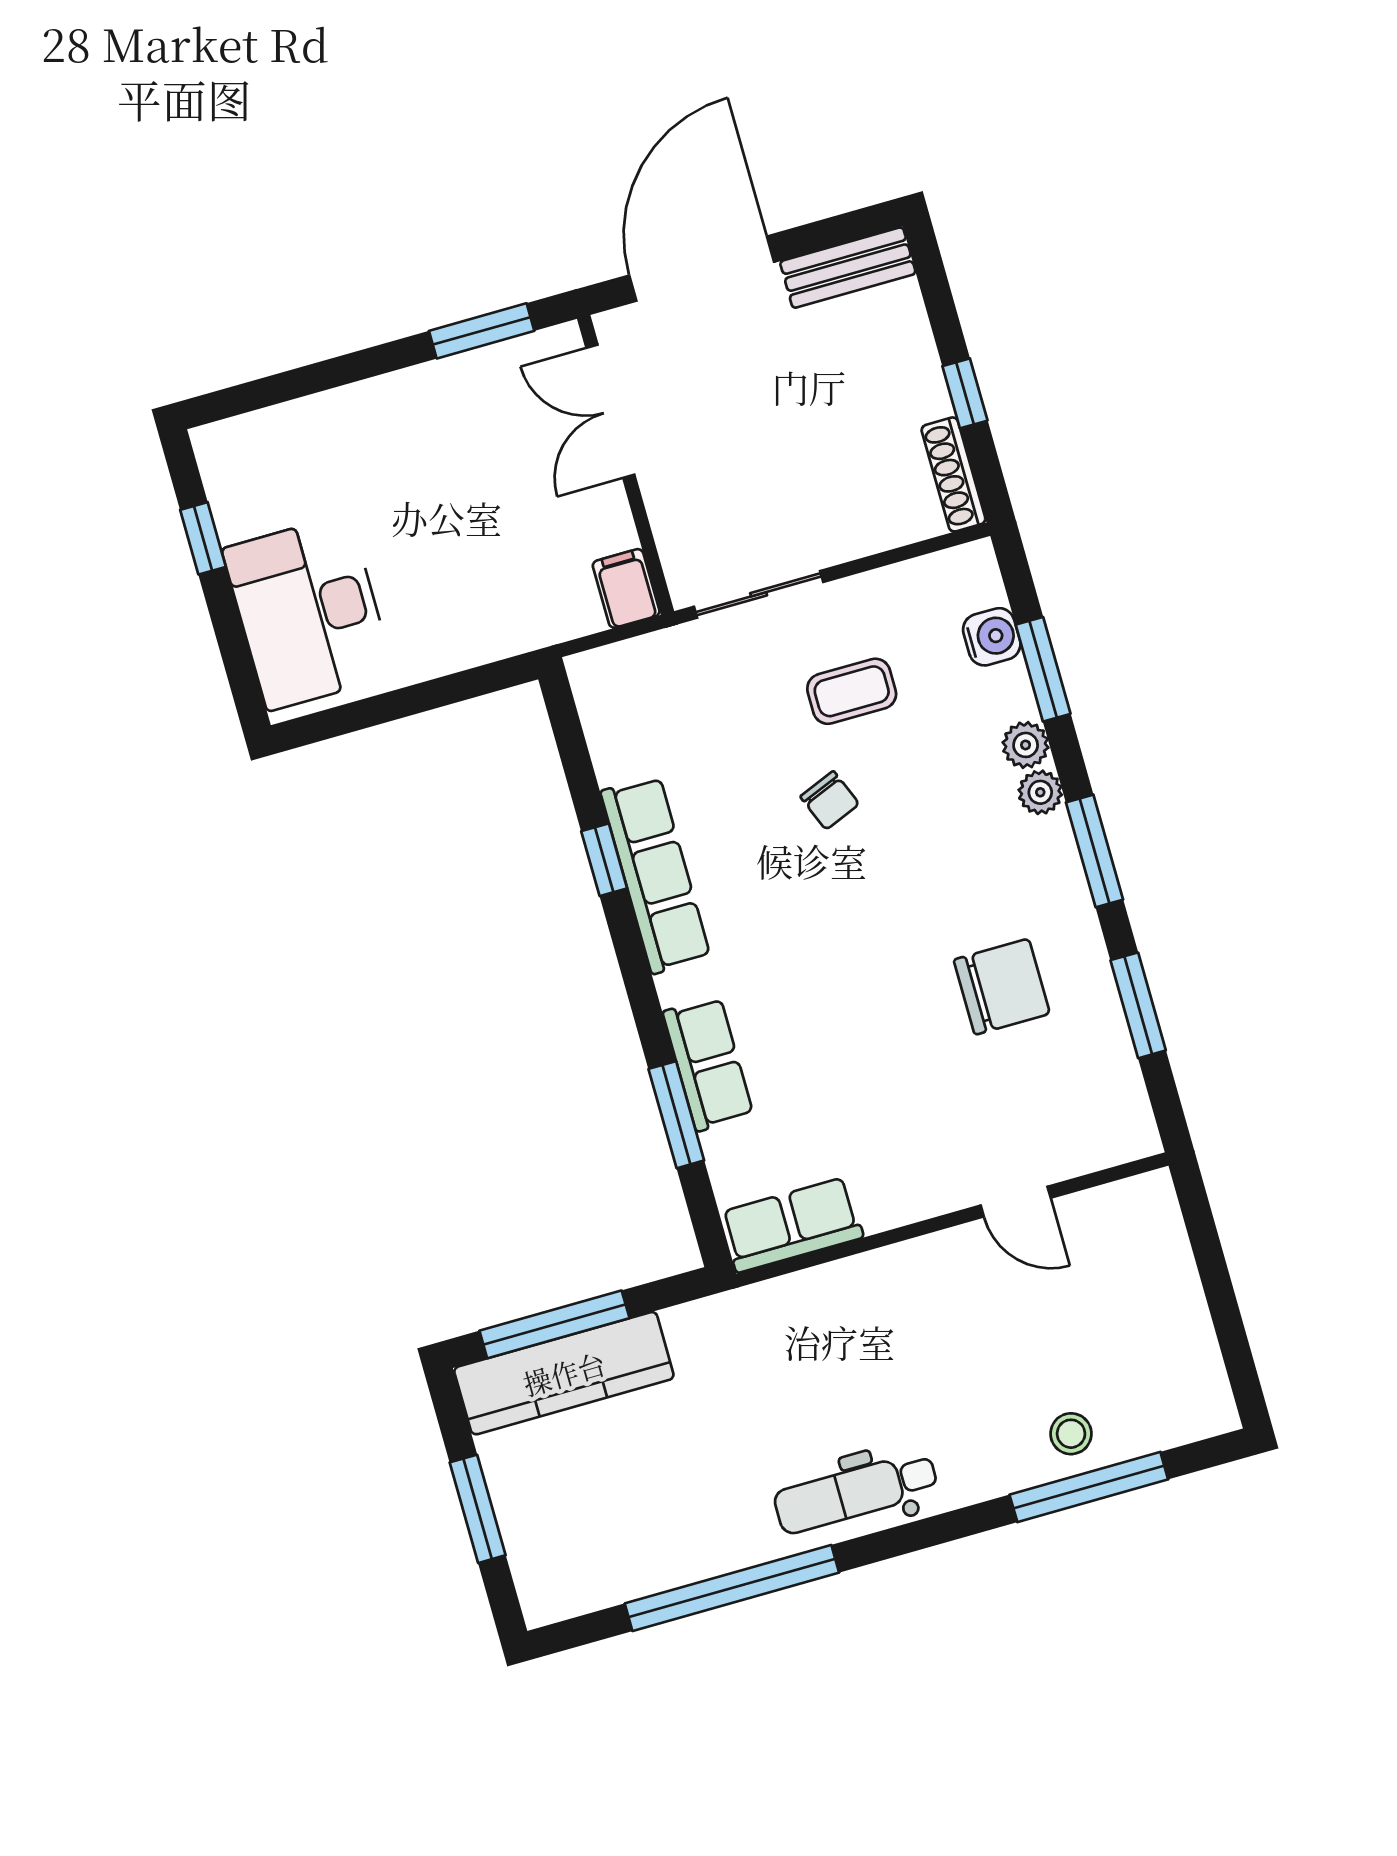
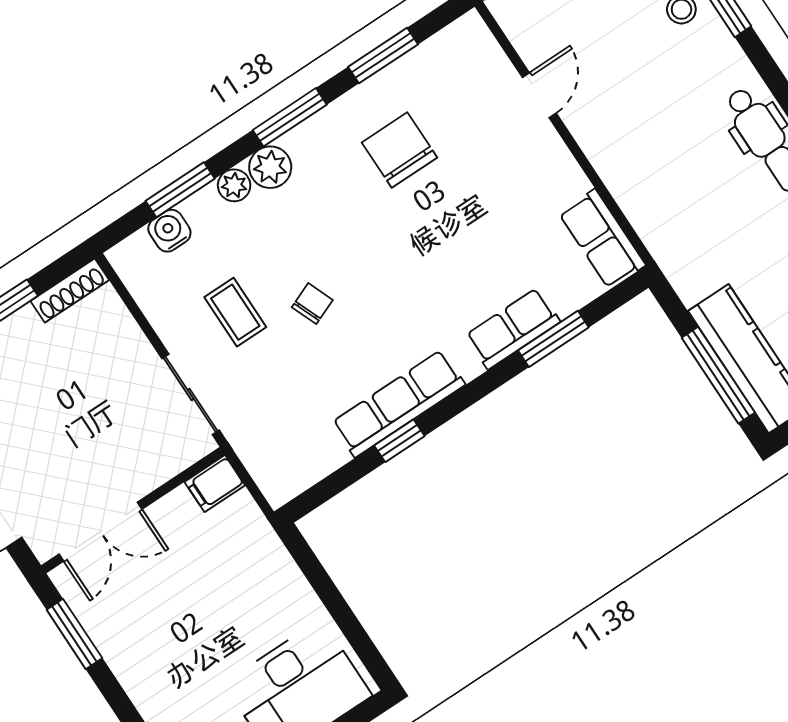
plant: (1040, 792) -> (270, 167), width x1.38, depth x1.38

